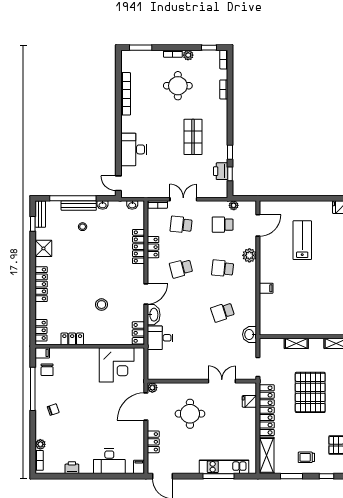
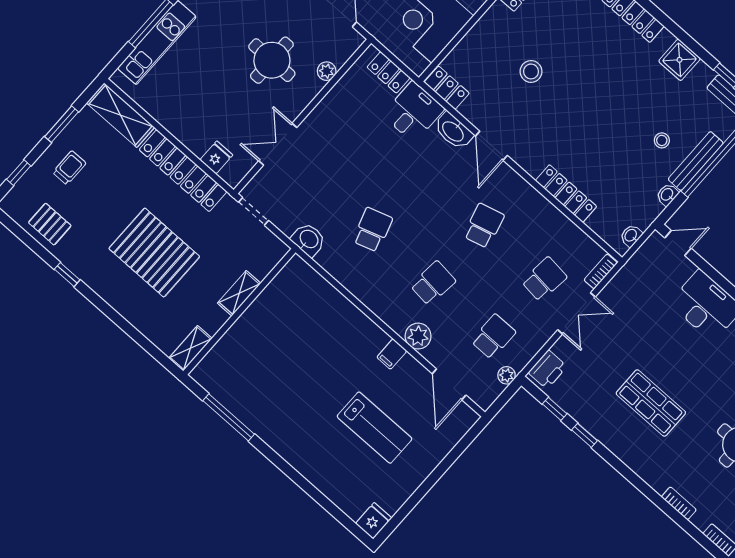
printer: (221, 171) -> (548, 369), moved, turned 90
locker: (153, 247) -> (389, 72), moved
filing cabinet: (266, 288) -> (392, 354), moved
double door: (222, 381) -> (278, 144), swing flipped
plant: (152, 388) -> (327, 71), moved

